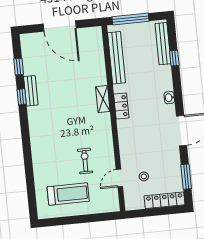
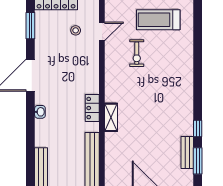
window: (174, 58) -> (30, 153), removed
window: (19, 67) -> (198, 161), width x1.50
bench: (31, 91) -> (187, 152), moved

